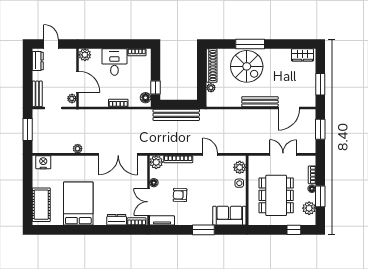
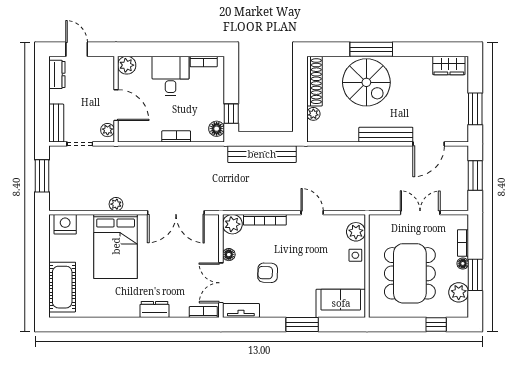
bed: (78, 204) -> (116, 246), moved, turned 180
dresser: (117, 220) -> (155, 309), moved

